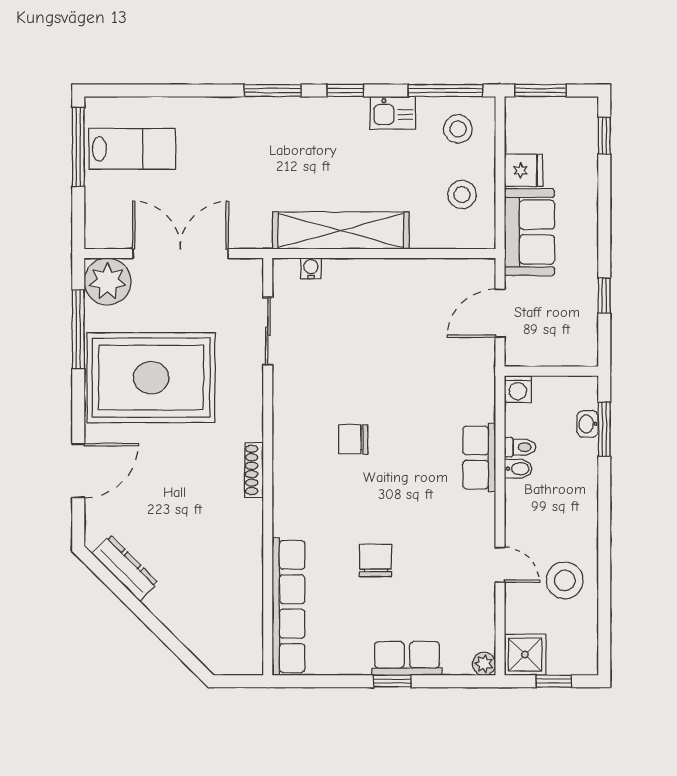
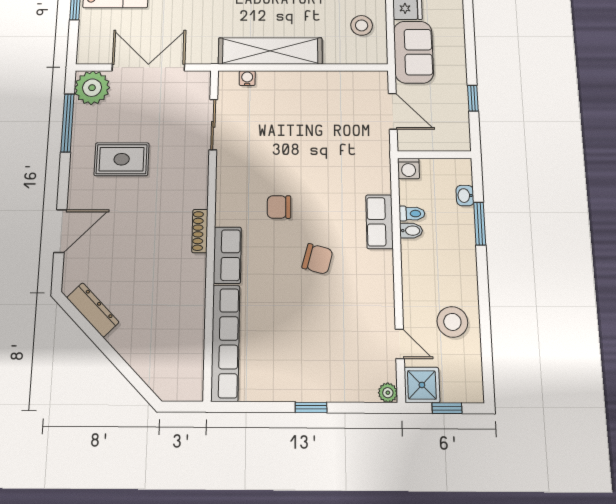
door: (500, 313) -> (393, 111), swing flipped
rug: (151, 378) -> (122, 159), width x0.54, depth x0.49
window: (604, 429) -> (480, 224), moved
chair: (376, 561) -> (317, 259), moved, turned 105
door: (500, 565) -> (400, 344), moved
row of seats: (407, 658) -> (227, 255), moved, turned 90

